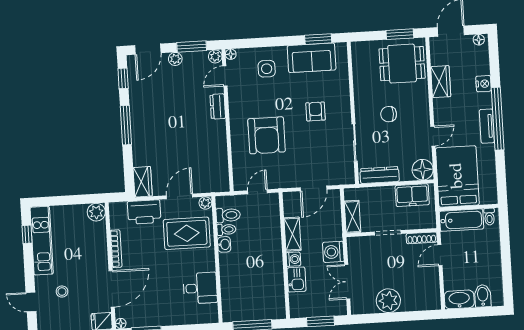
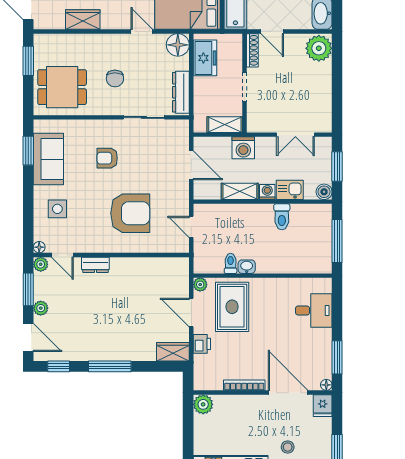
dining table: (402, 64) -> (62, 87), moved, turned 90
printer: (144, 212) -> (202, 344), width x0.53, depth x0.68
toilet: (228, 215) -> (282, 217), moved, turned 180
washing machine: (333, 252) -> (243, 148), moved
desk: (200, 288) -> (314, 310), moved, turned 90
plant: (388, 301) -> (319, 48), moved
boiler: (297, 311) -> (324, 192), added

